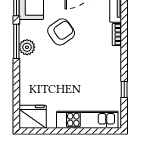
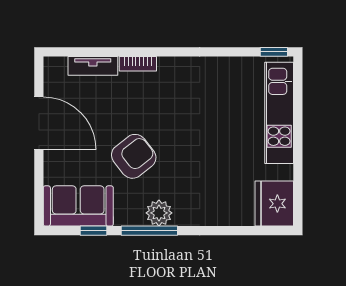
armchair: (61, 32) -> (134, 156), turned 87
window: (124, 89) -> (274, 52), moved

